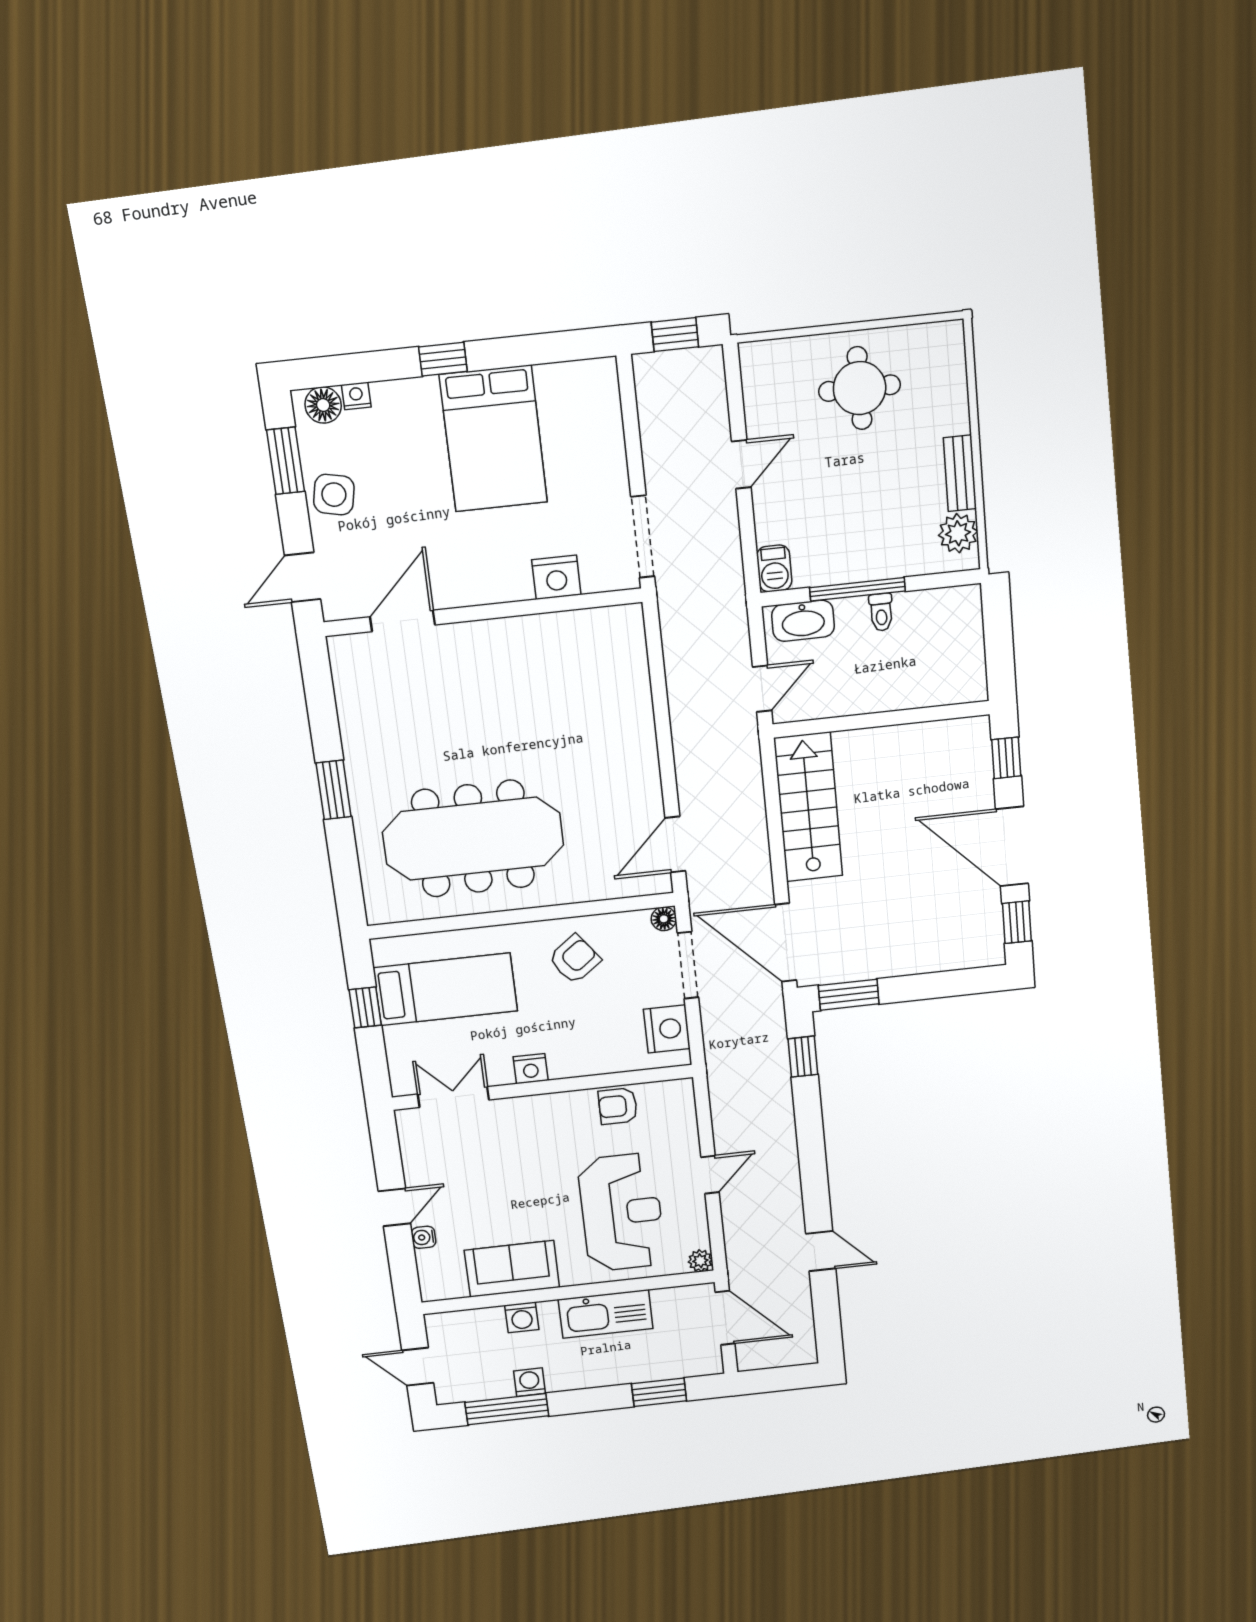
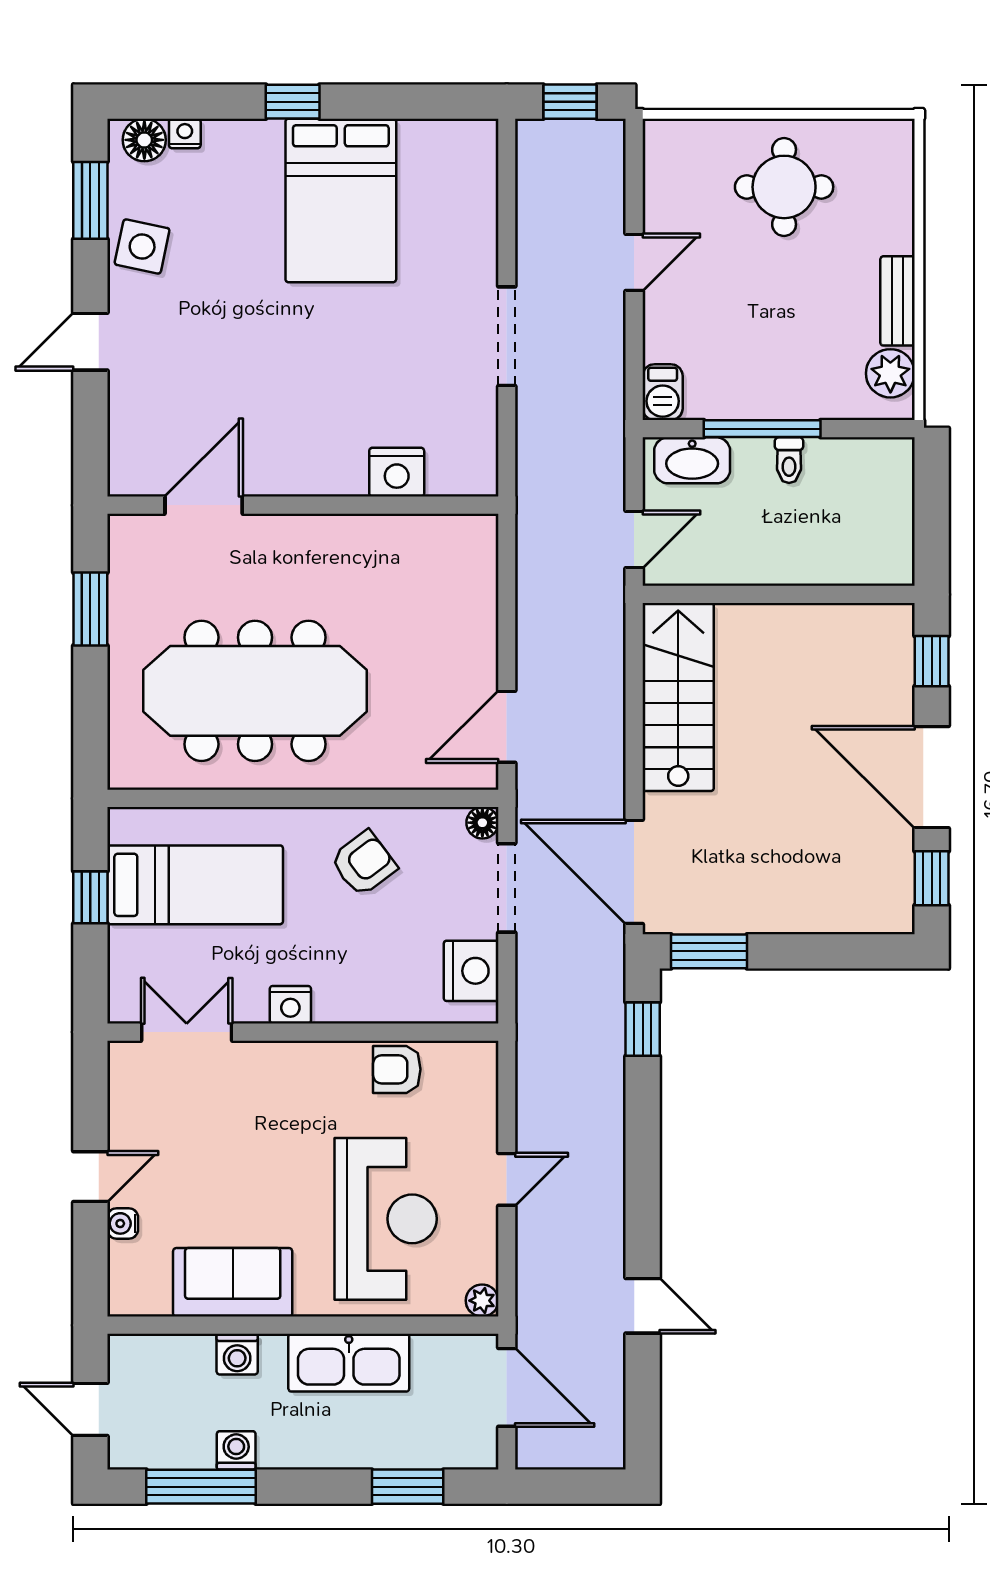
nightstand: (556, 577) -> (397, 472), moved
wall: (483, 612) -> (303, 505), moved
door: (403, 621) -> (204, 505), moved

